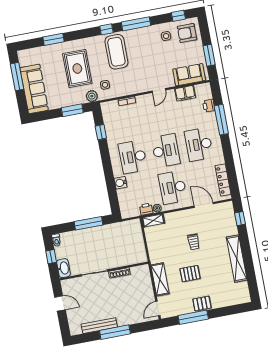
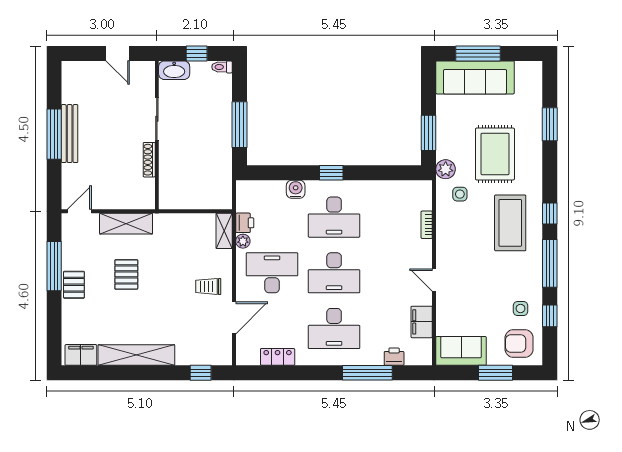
window: (178, 16) -> (550, 316), moved
armchair: (187, 33) -> (519, 343), turned -90
coffee table: (116, 52) -> (510, 223), turned 90
window: (209, 55) -> (496, 373), moved
rug: (77, 69) -> (495, 154), turned 90
sofa: (189, 75) -> (461, 351), moved, turned -90
window: (17, 77) -> (478, 53), moved
window: (101, 132) -> (331, 173), moved
desk: (199, 144) -> (334, 328), turned 180
desk: (133, 157) -> (334, 217), turned 180
locker: (223, 180) -> (278, 357), width x0.66
trolley: (194, 242) -> (208, 286), moved
filing cabinet: (243, 291) -> (81, 355), added
door: (60, 303) -> (118, 53), hinge flipped
door: (158, 308) -> (79, 211), hinge flipped
bench: (99, 326) -> (70, 134), moved

